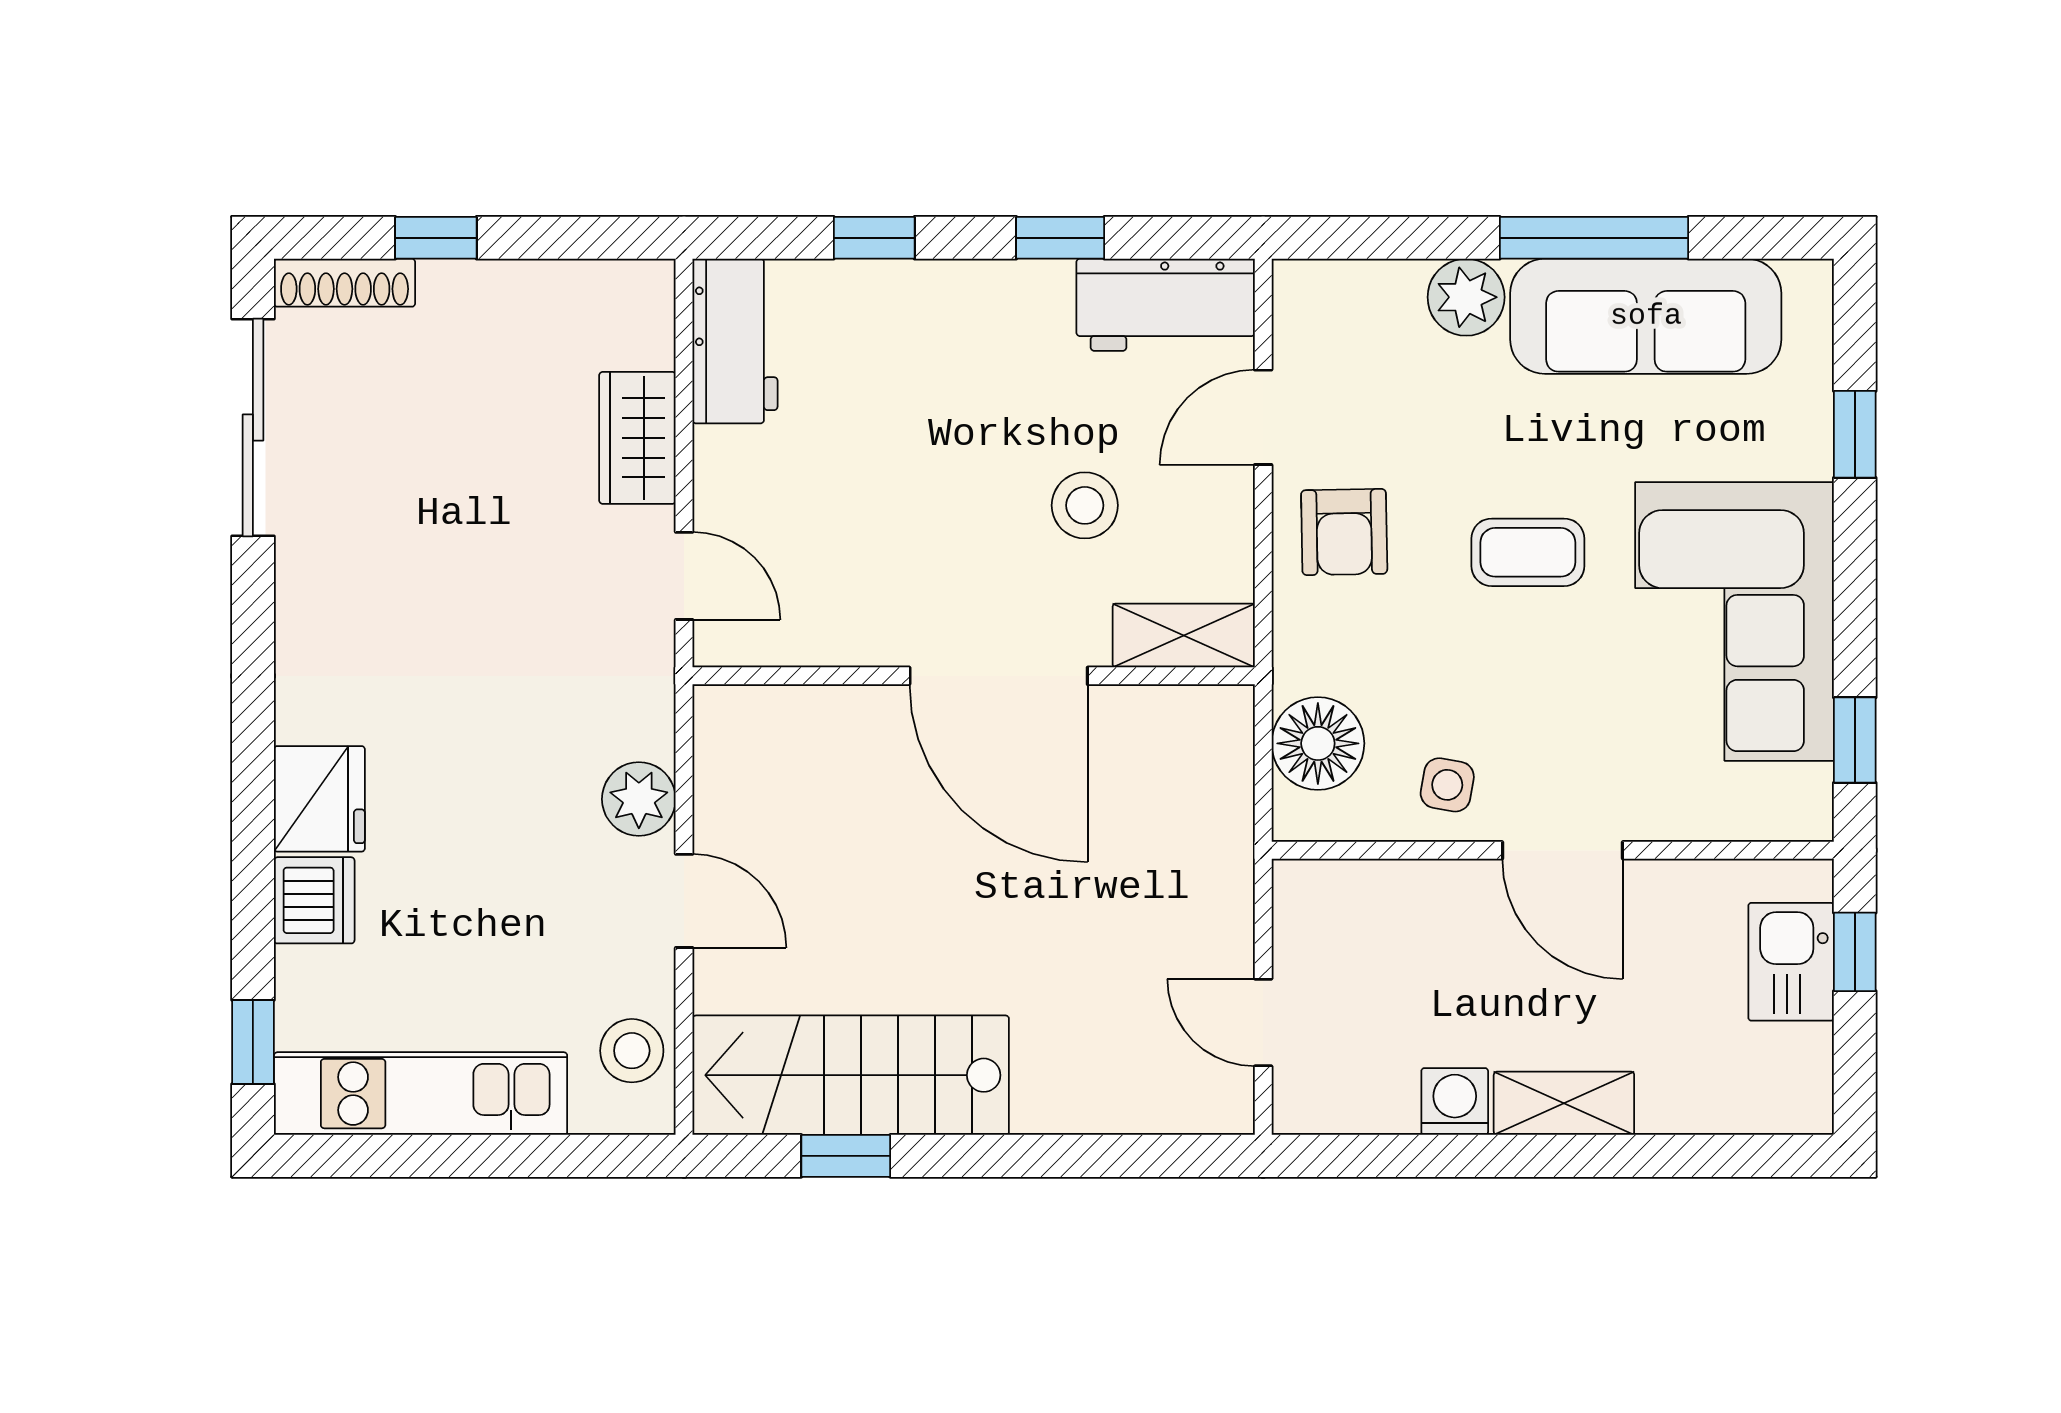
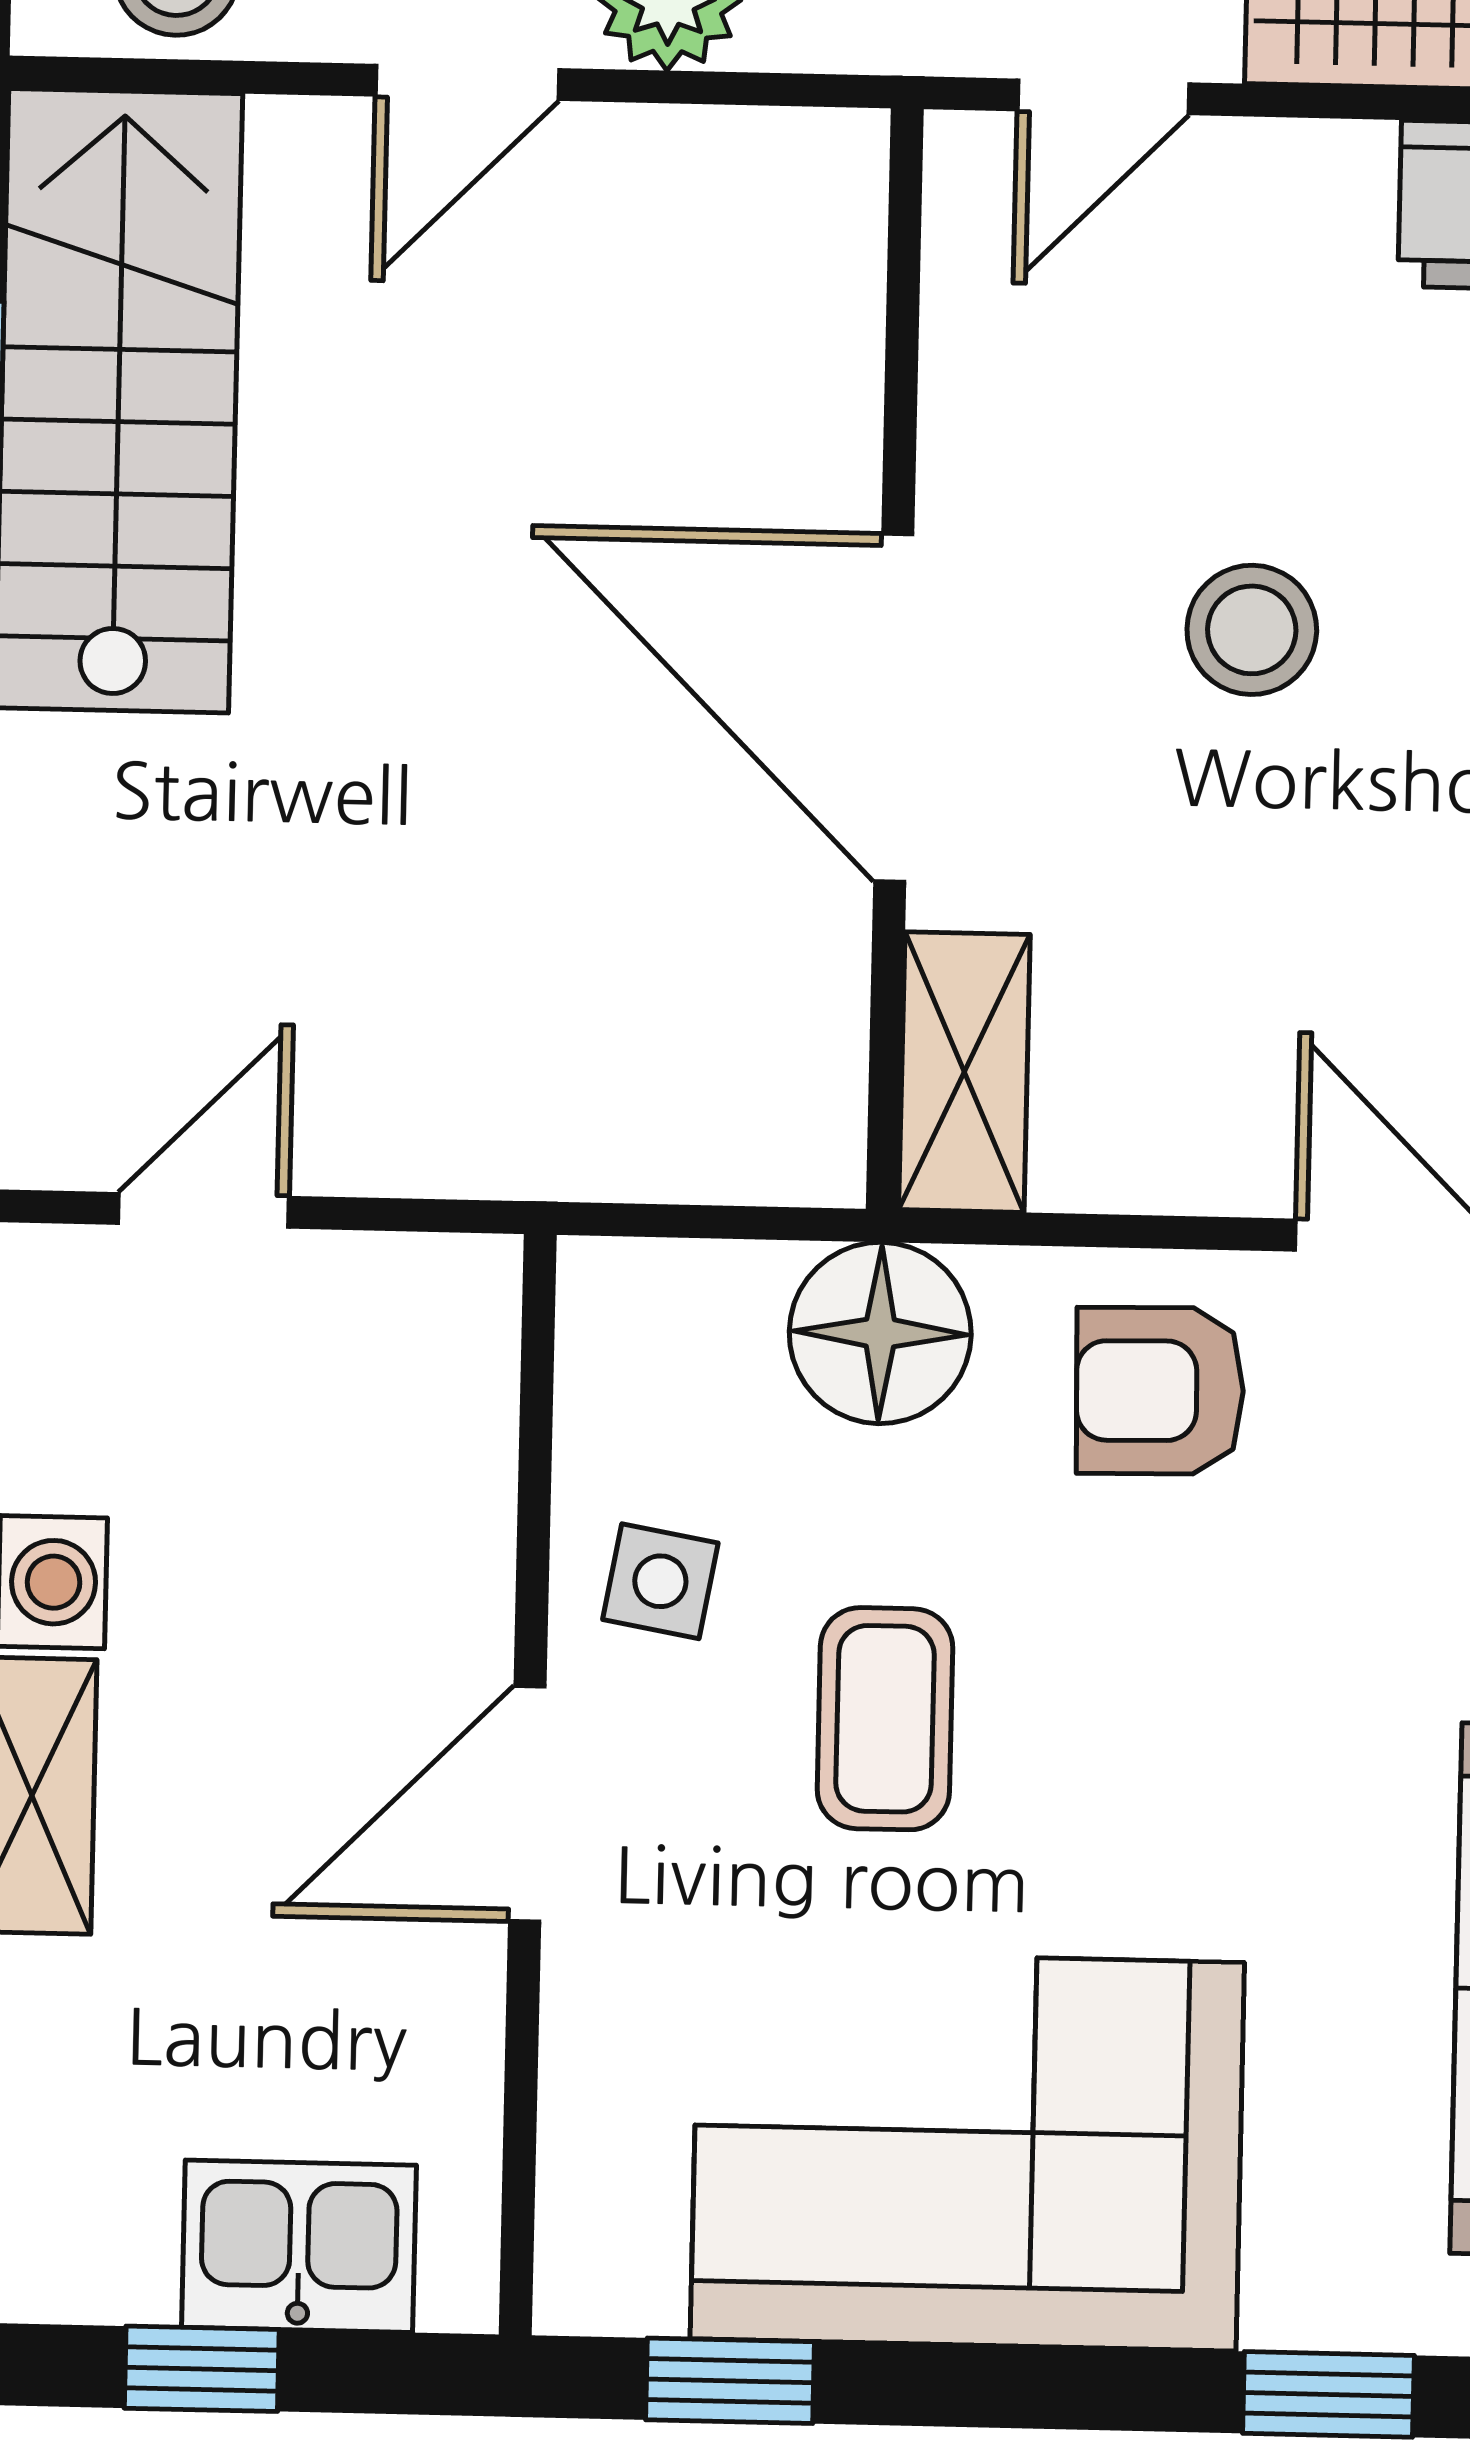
stool: (1085, 505) -> (1252, 630), moved
coffee table: (1528, 552) -> (885, 1719), moved
door: (999, 676) -> (894, 708), hinge flipped
floor lamp: (1318, 743) -> (880, 1333), moved
window: (1855, 952) -> (202, 2369), moved

